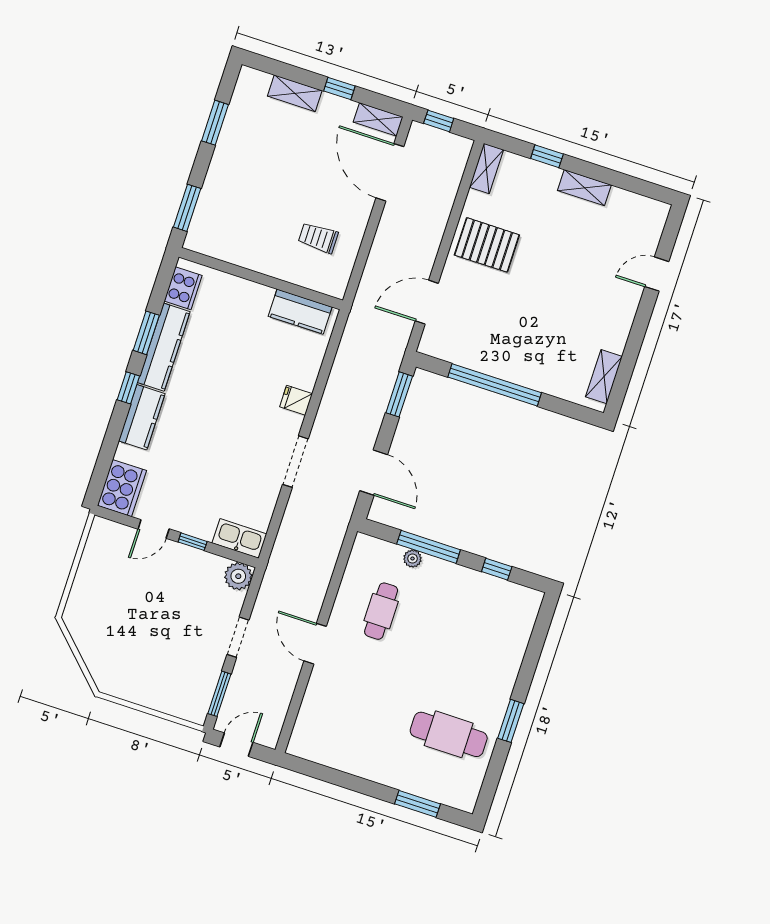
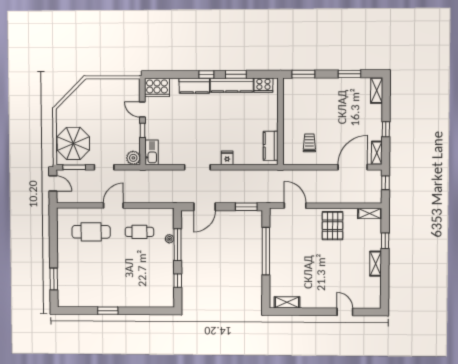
shelving: (295, 93) -> (377, 90), moved
parasol: (174, 680) -> (73, 143), added
cafe table: (449, 734) -> (91, 232), moved, turned 90

